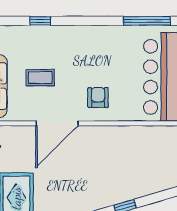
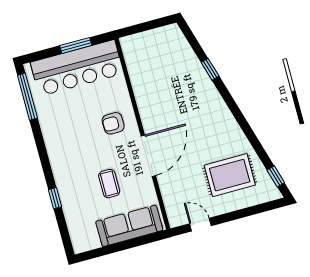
door: (57, 123) -> (148, 156), hinge flipped

